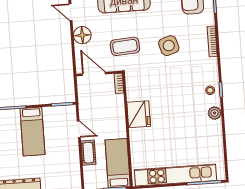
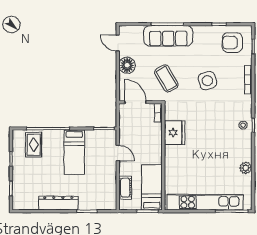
coffee table: (125, 46) -> (166, 78), turned 64
plant: (215, 113) -> (246, 168), moved
fridge: (139, 114) -> (175, 133), moved
cot: (88, 153) -> (125, 188), moved

